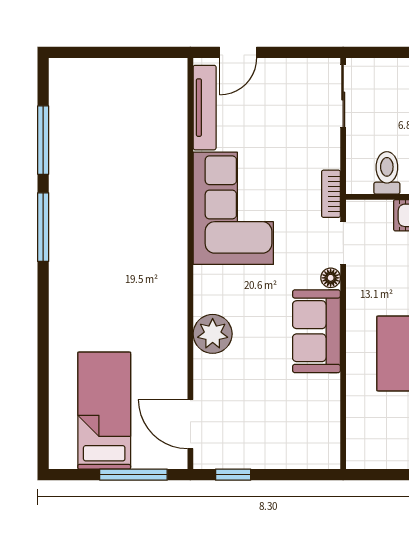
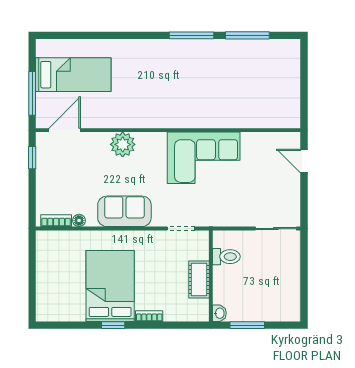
tv unit: (205, 108) -> (268, 139), removed
bookcase: (331, 194) -> (56, 221), moved
floor lamp: (331, 278) -> (79, 220), moved

